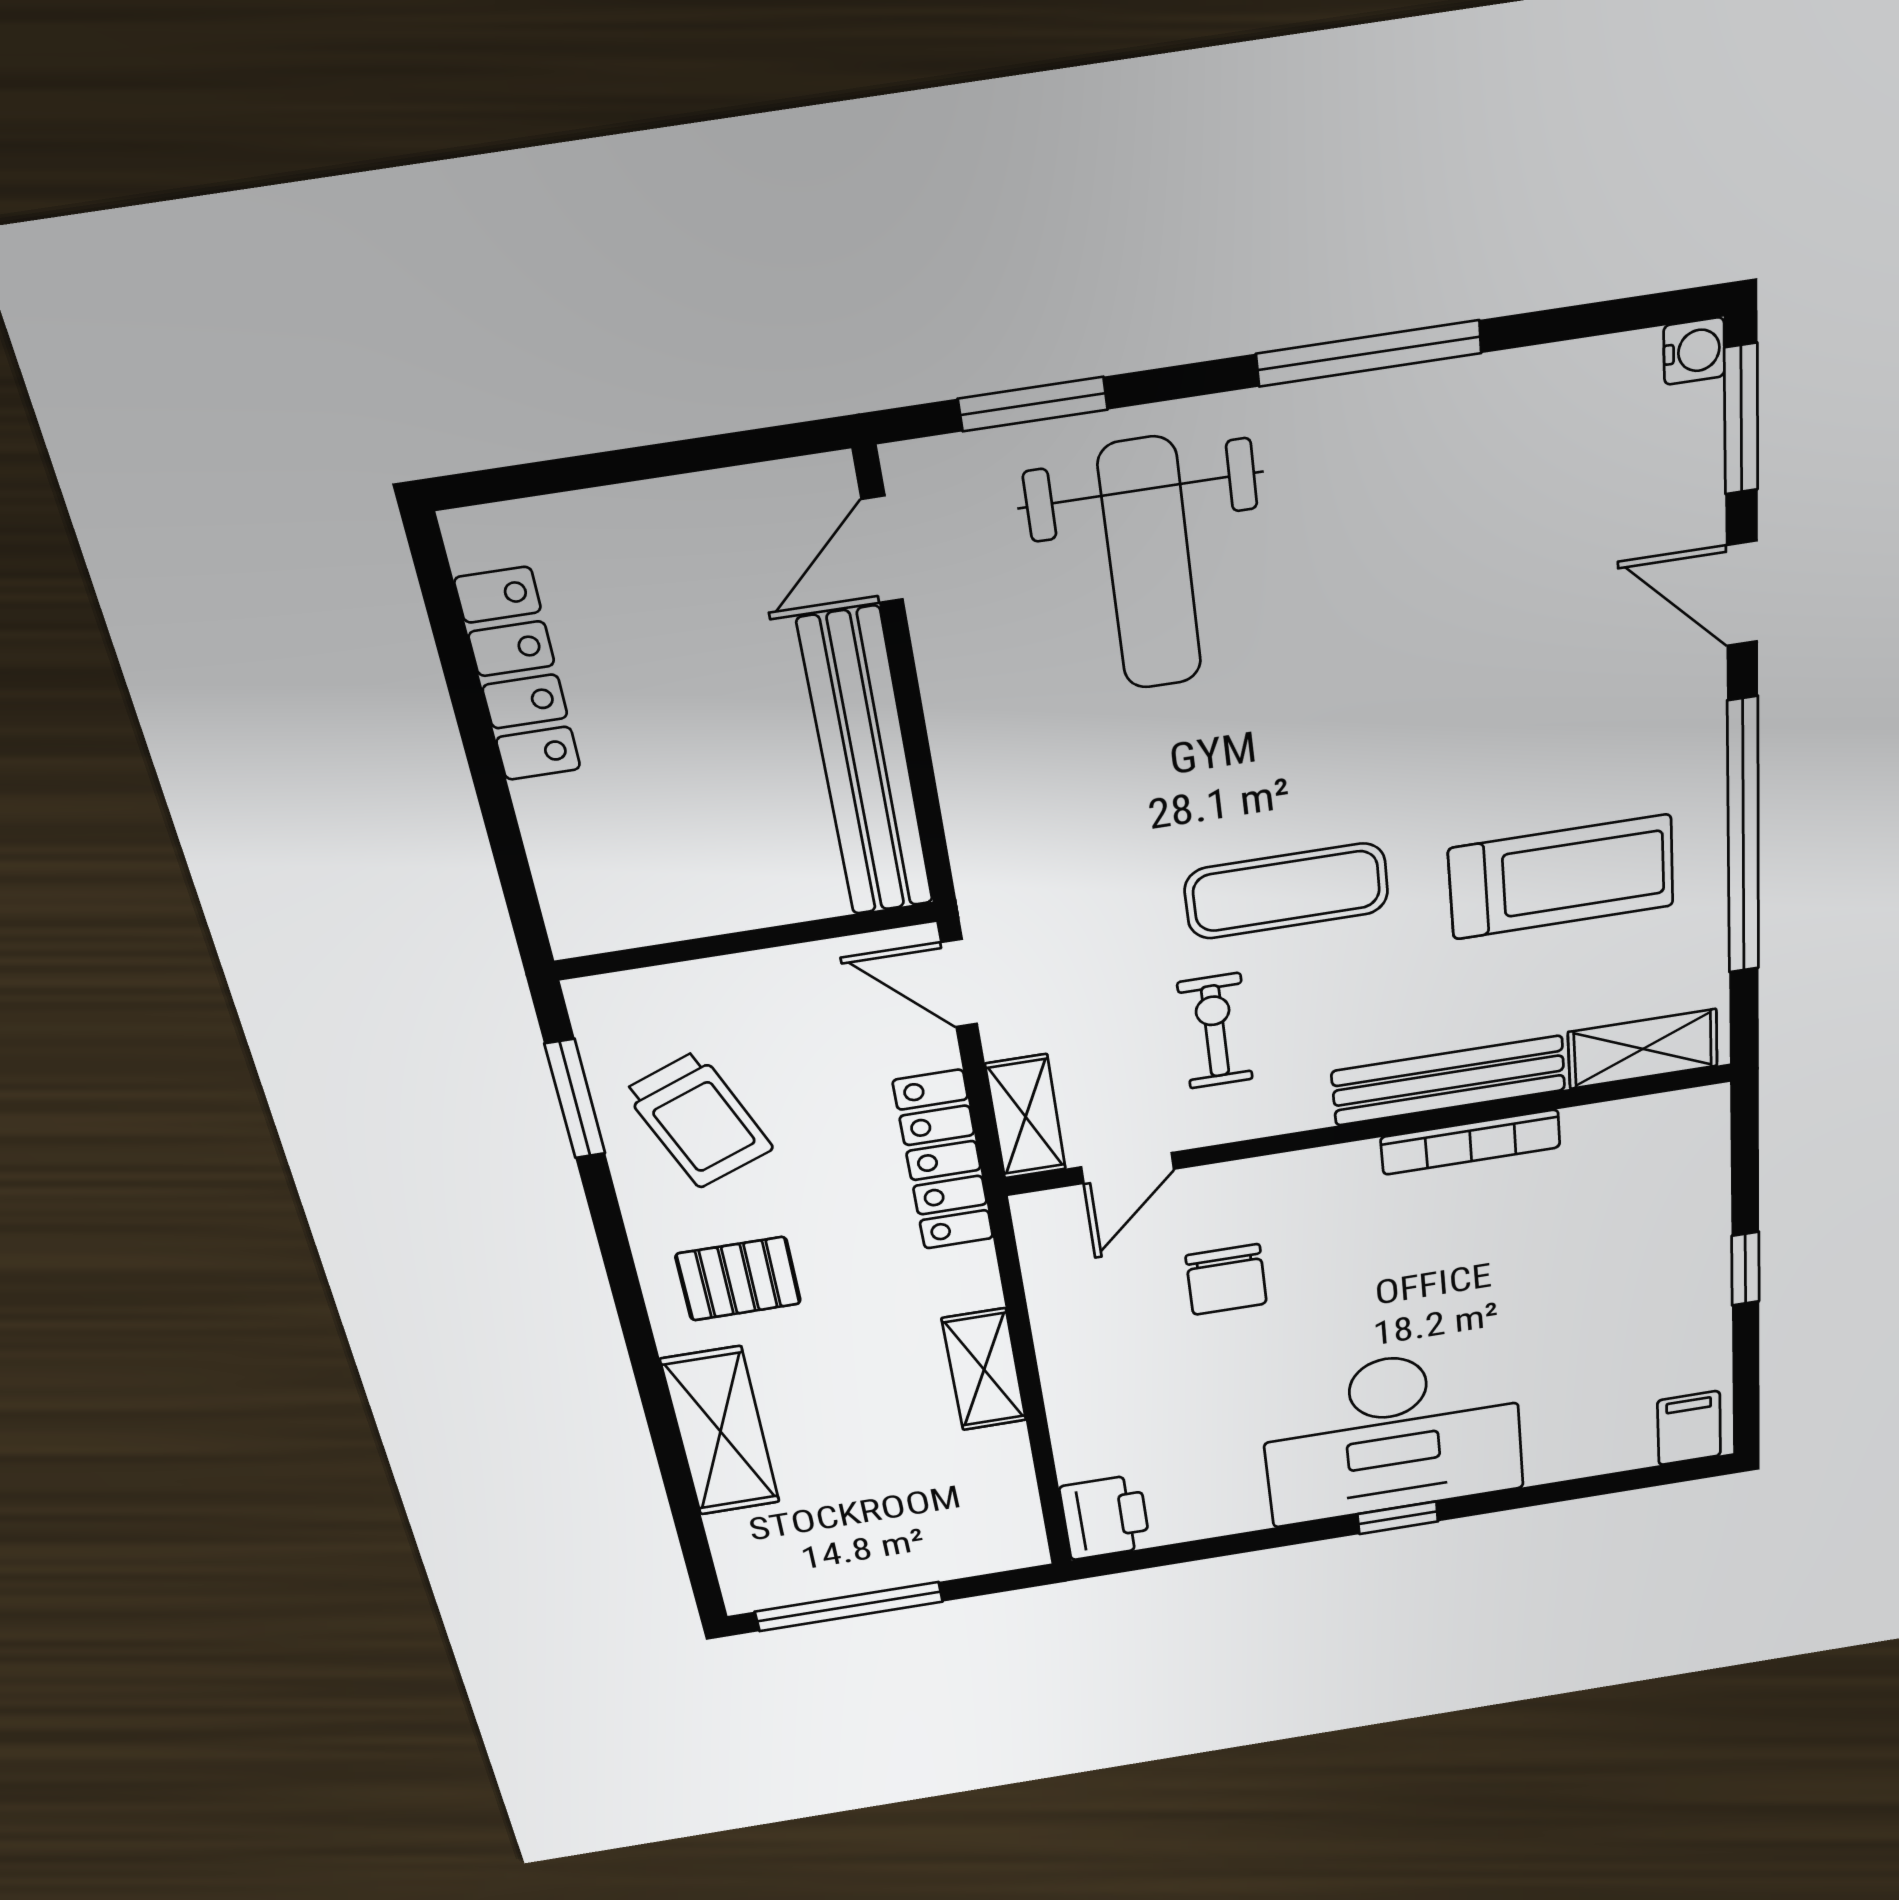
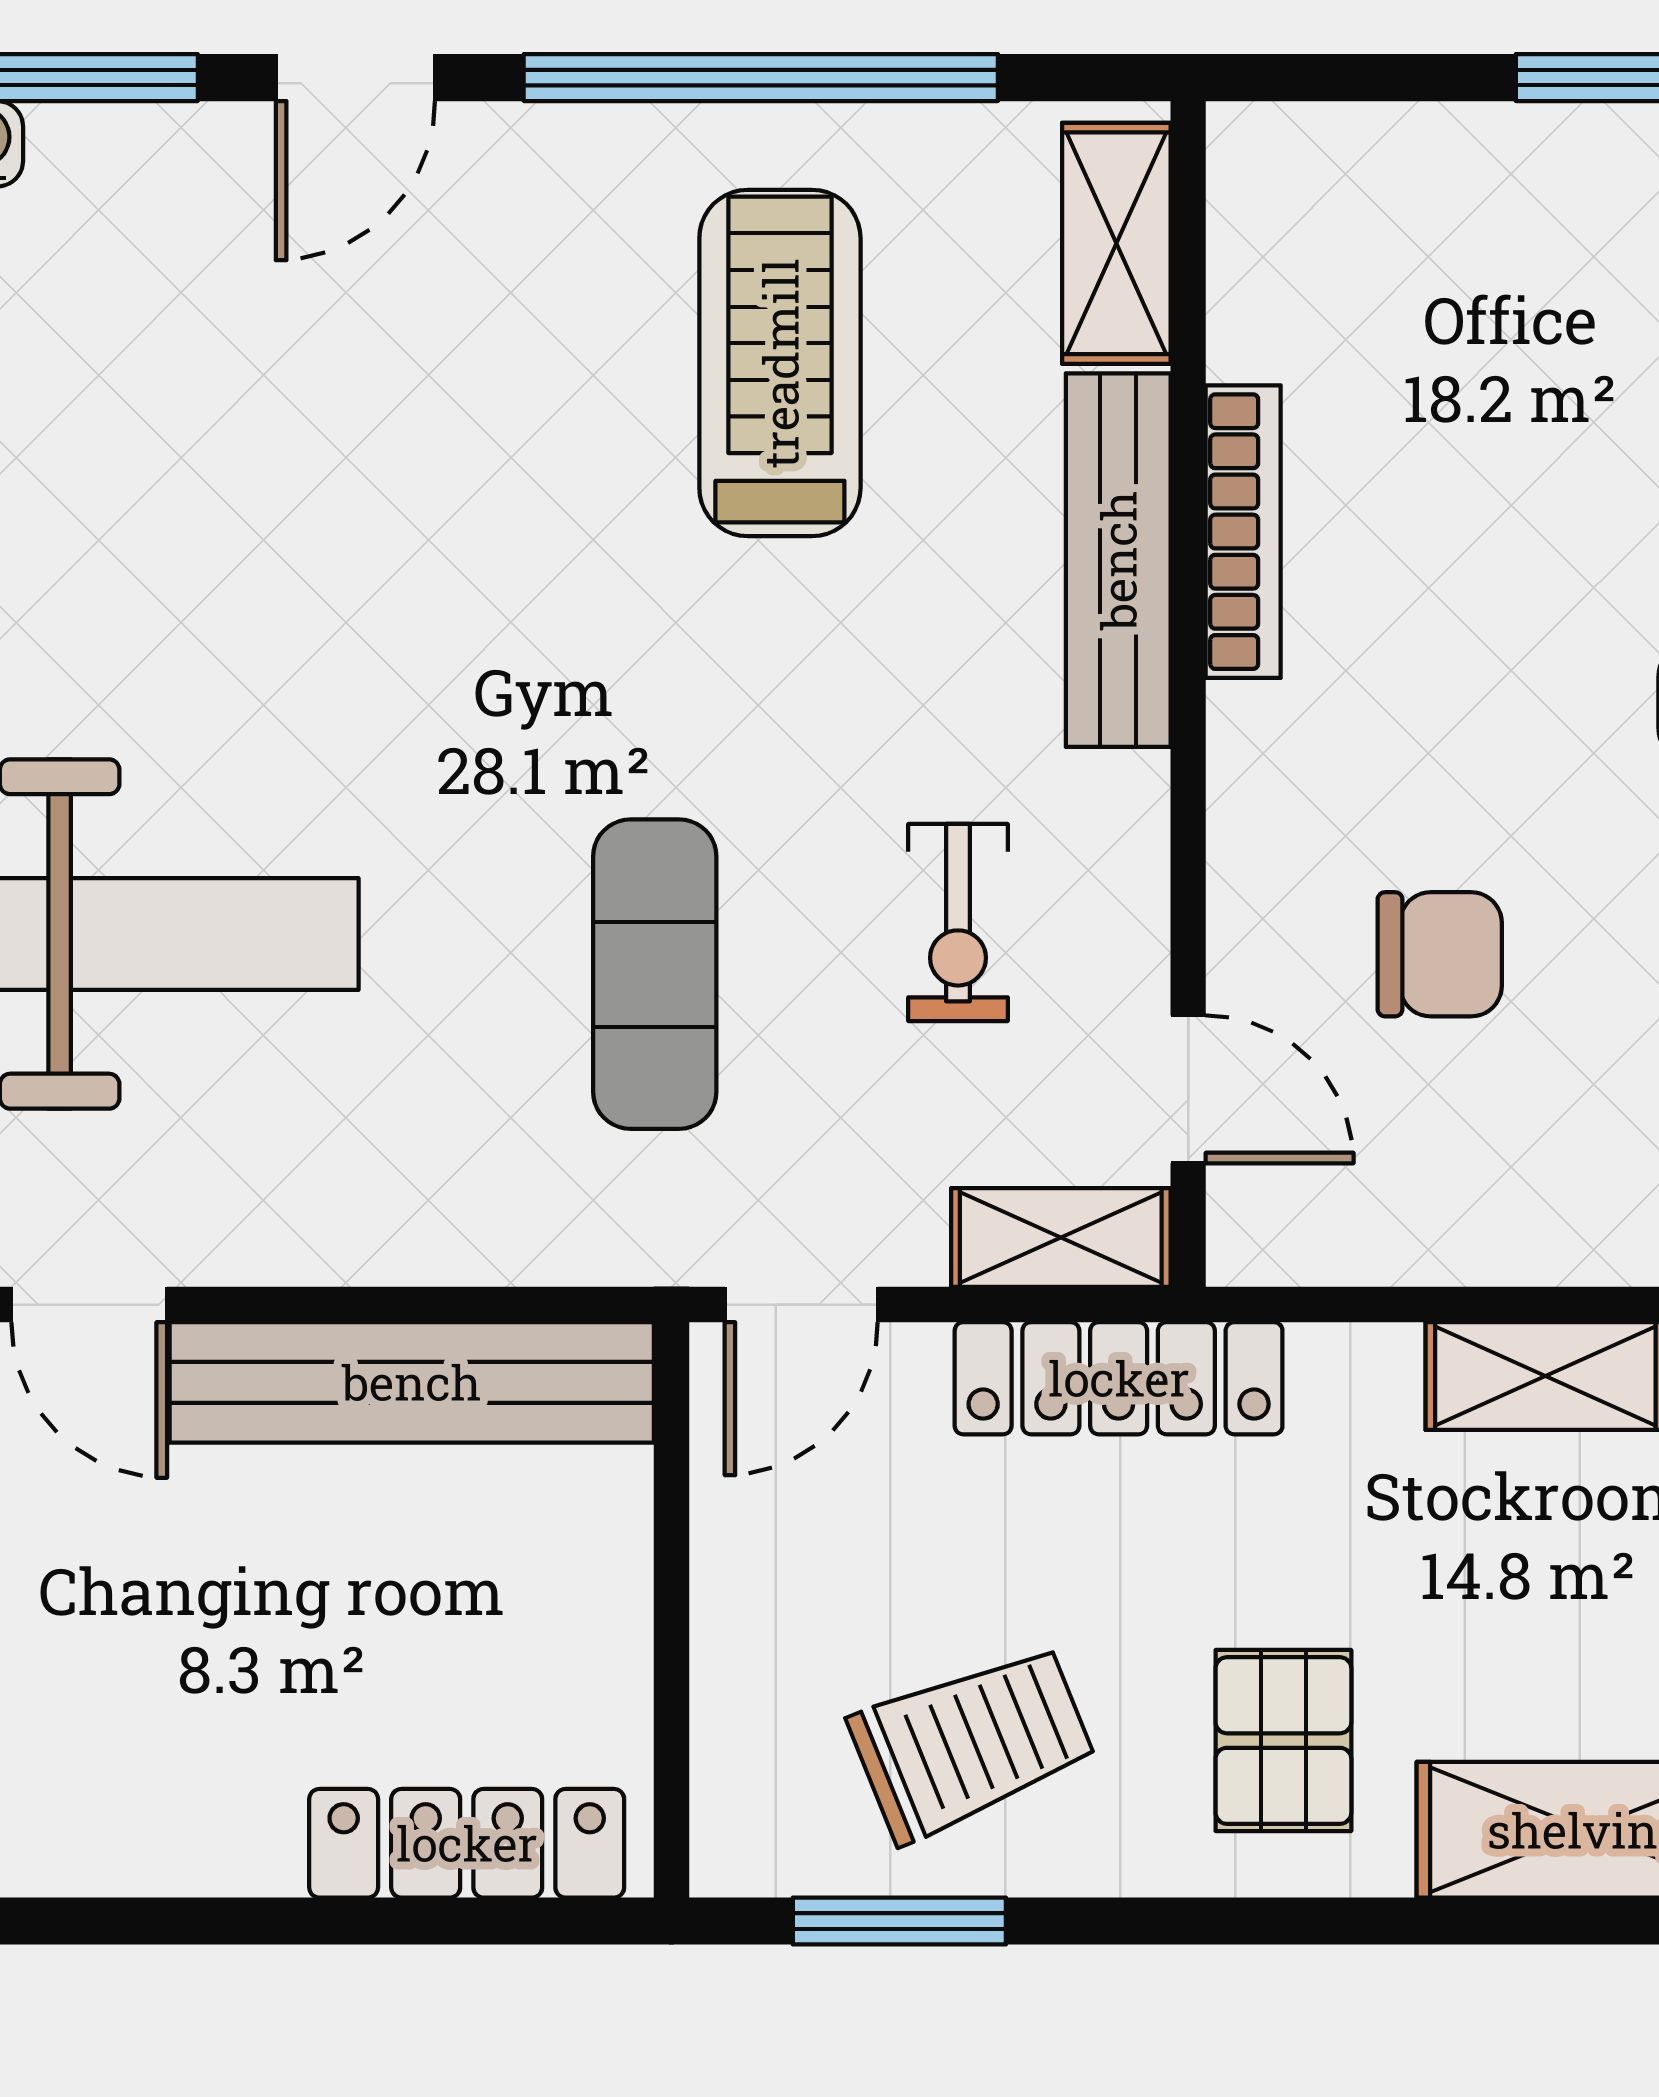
locker: (518, 675) -> (467, 1843), moved
exercise mat: (1286, 891) -> (655, 974), moved
exercise bike: (1215, 1031) -> (958, 922), turned -90

